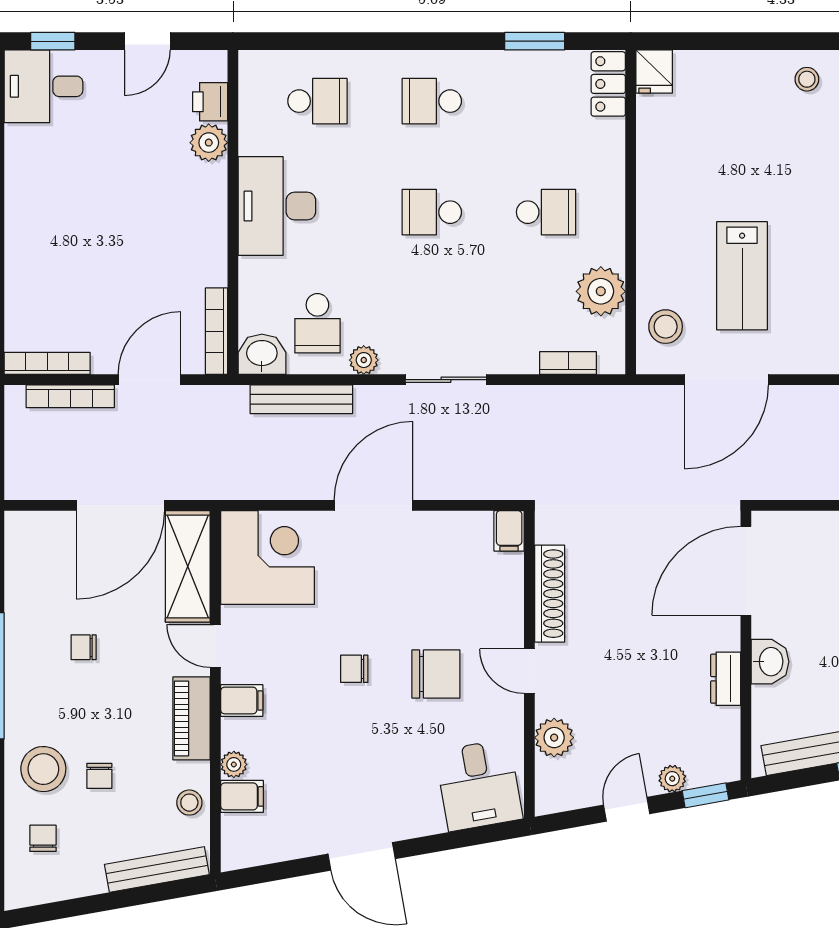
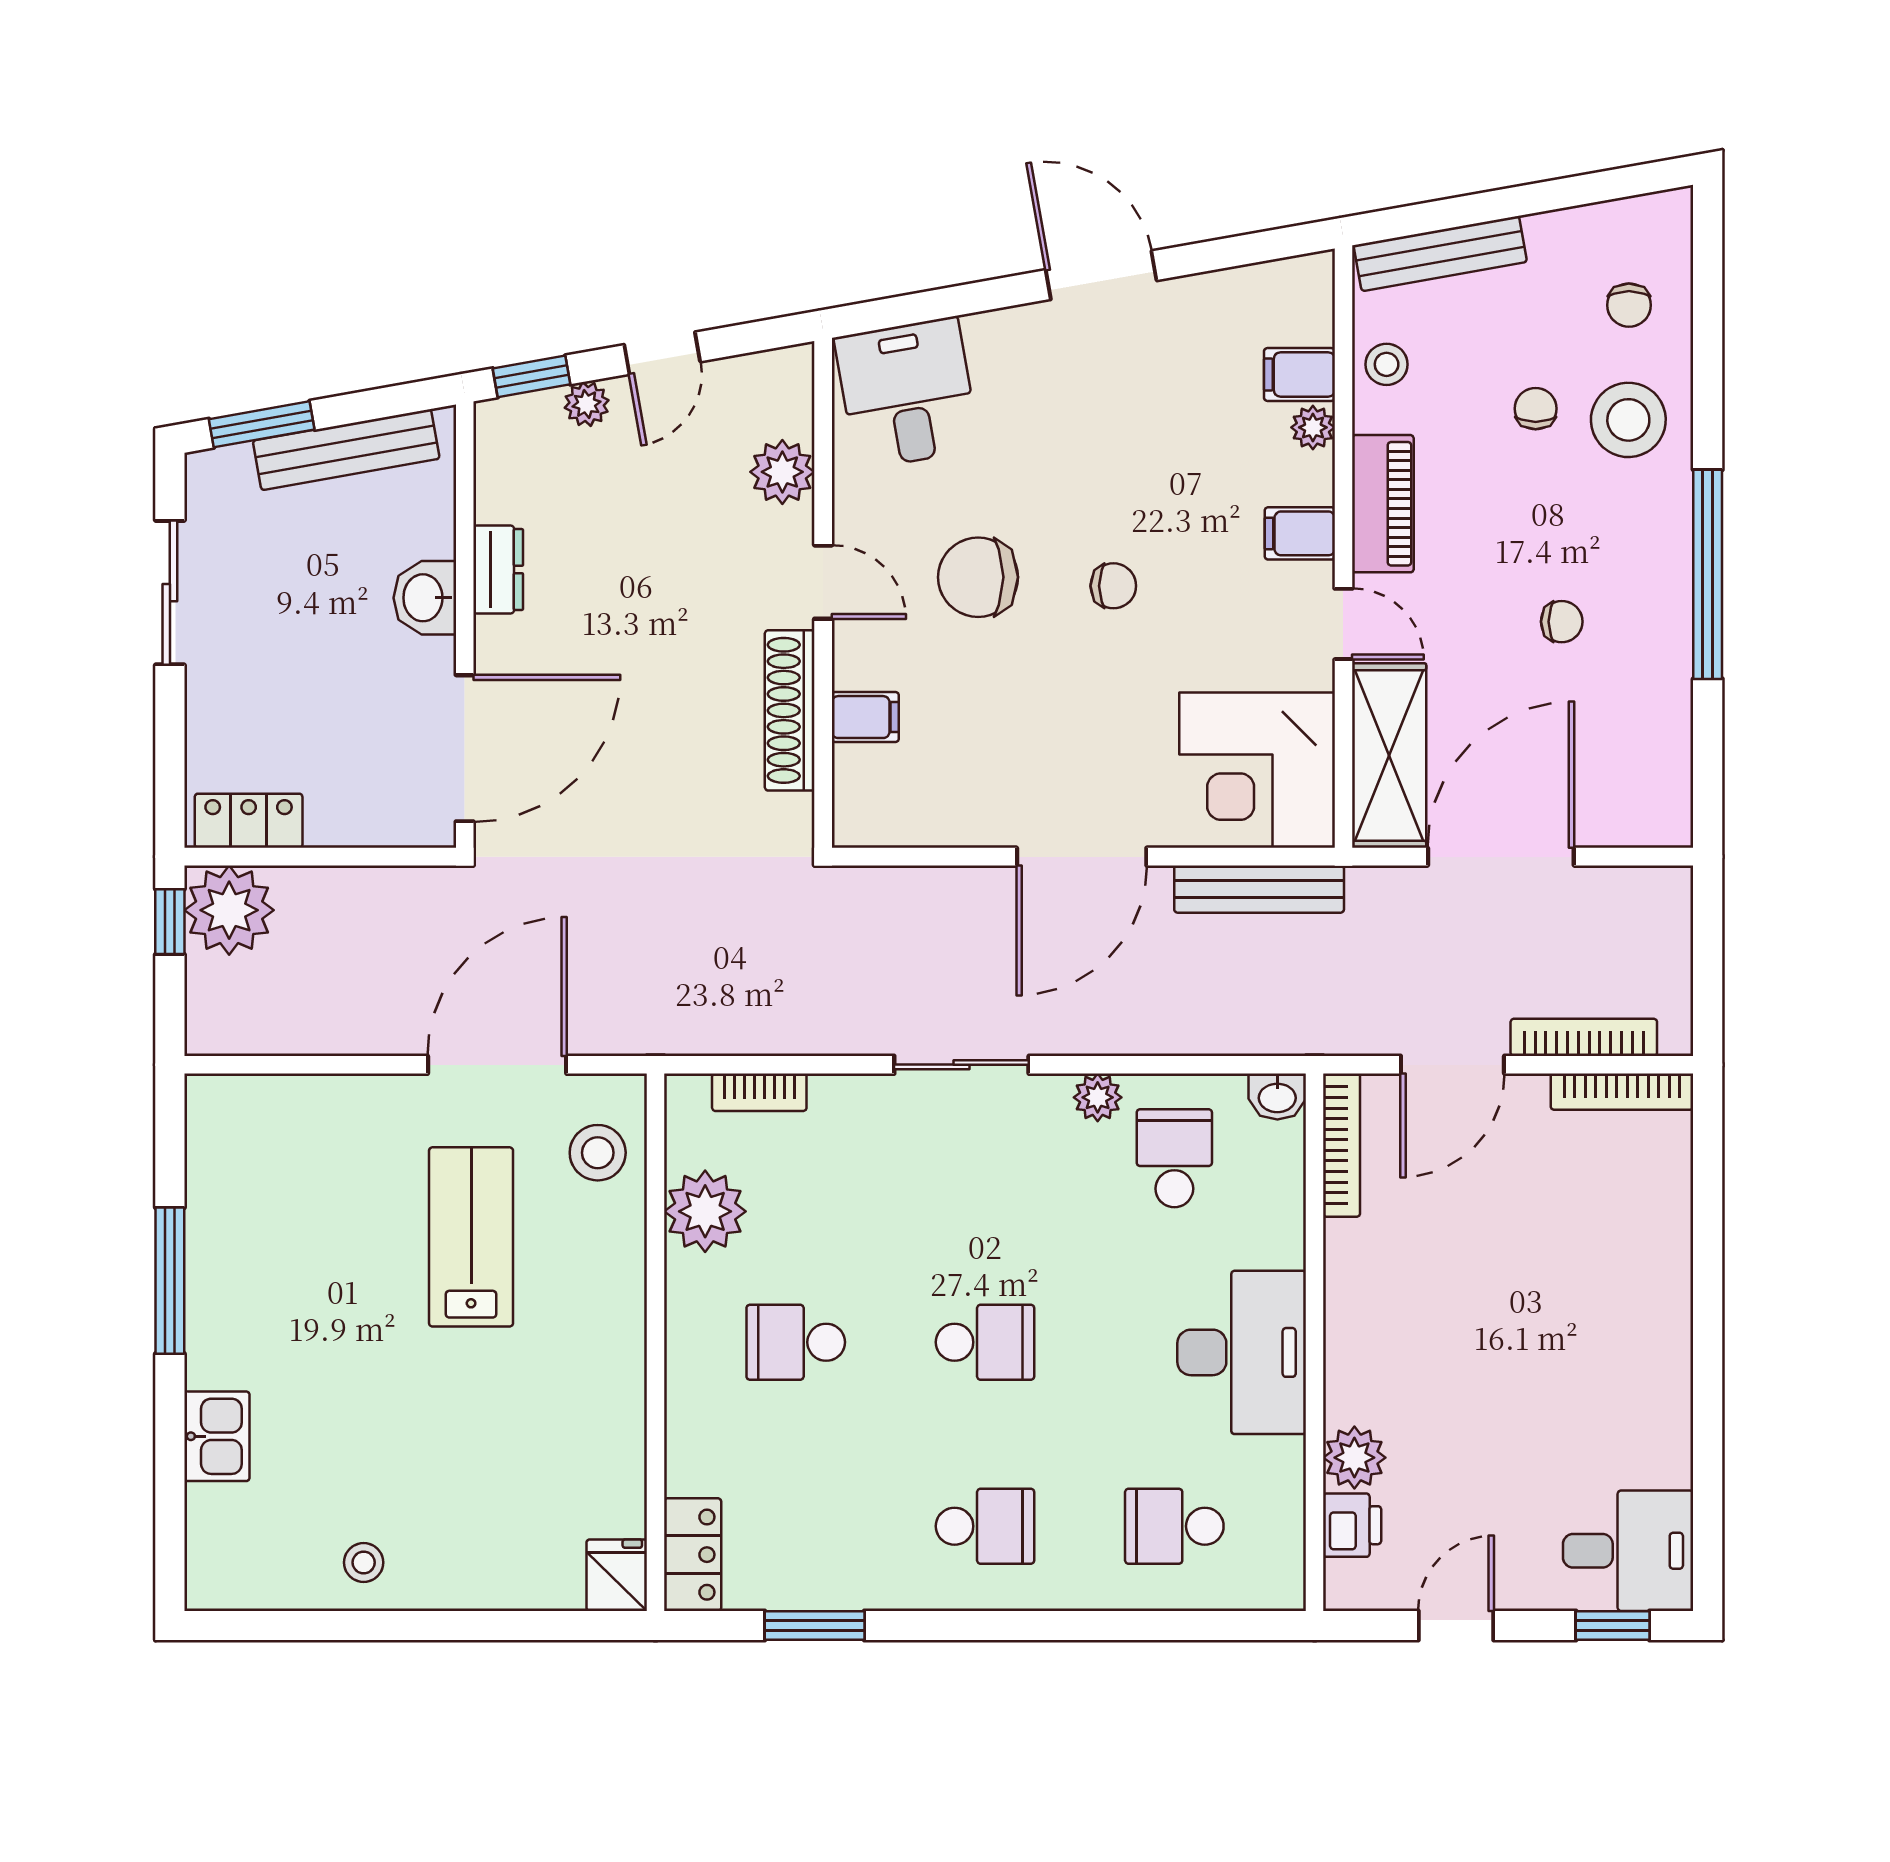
washbasin: (262, 354) -> (1277, 1097), width x0.72, depth x0.69
bench: (301, 399) -> (1259, 889), moved
filing cabinet: (509, 531) -> (865, 717), moved, turned 90

